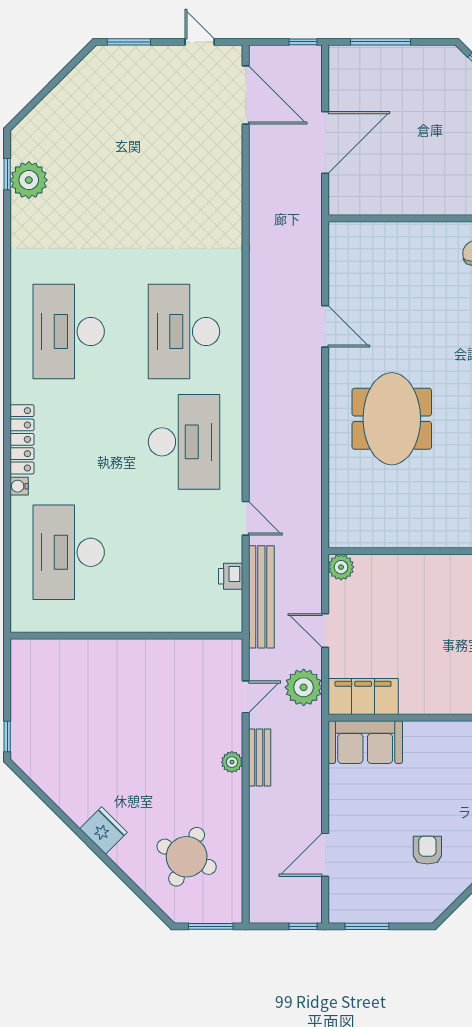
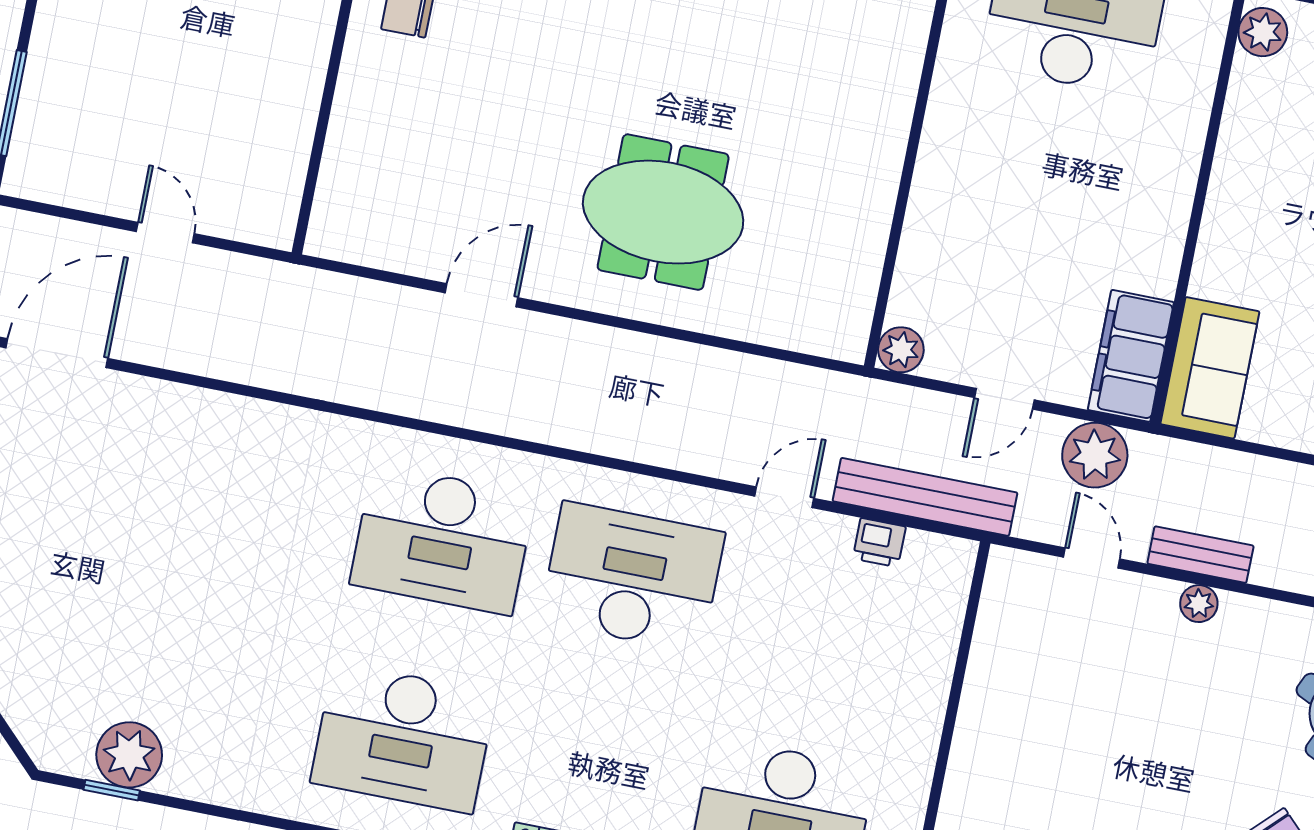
door: (325, 142) -> (165, 233), width x0.53

